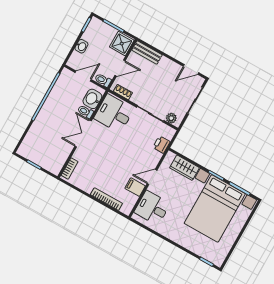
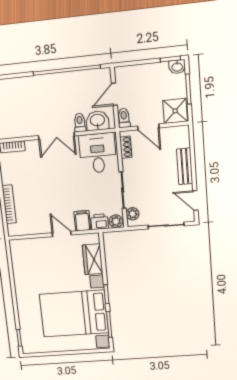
washbasin: (81, 46) -> (177, 67), moved
bench: (147, 52) -> (185, 166), moved
door: (83, 76) -> (114, 94), swing flipped
double door: (83, 133) -> (56, 136), swing flipped
plant: (169, 133) -> (116, 221), added
filing cabinet: (135, 187) -> (82, 221), moved
desk: (152, 208) -> (32, 254), removed

